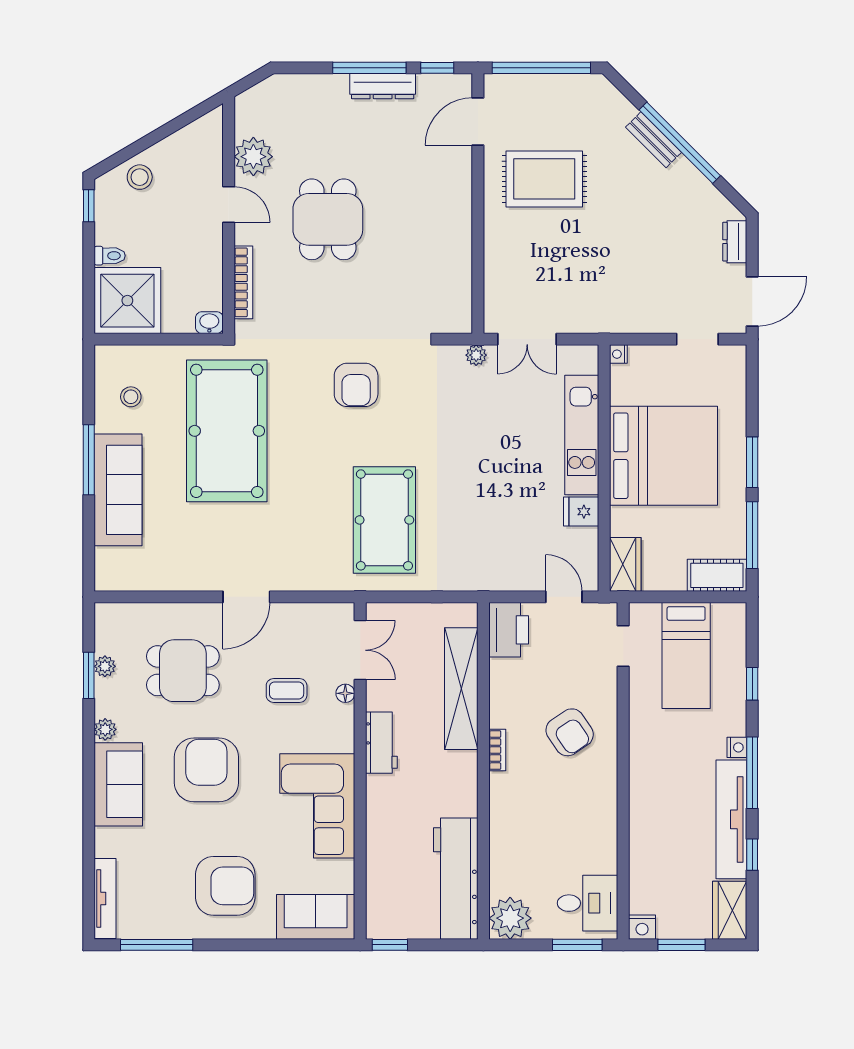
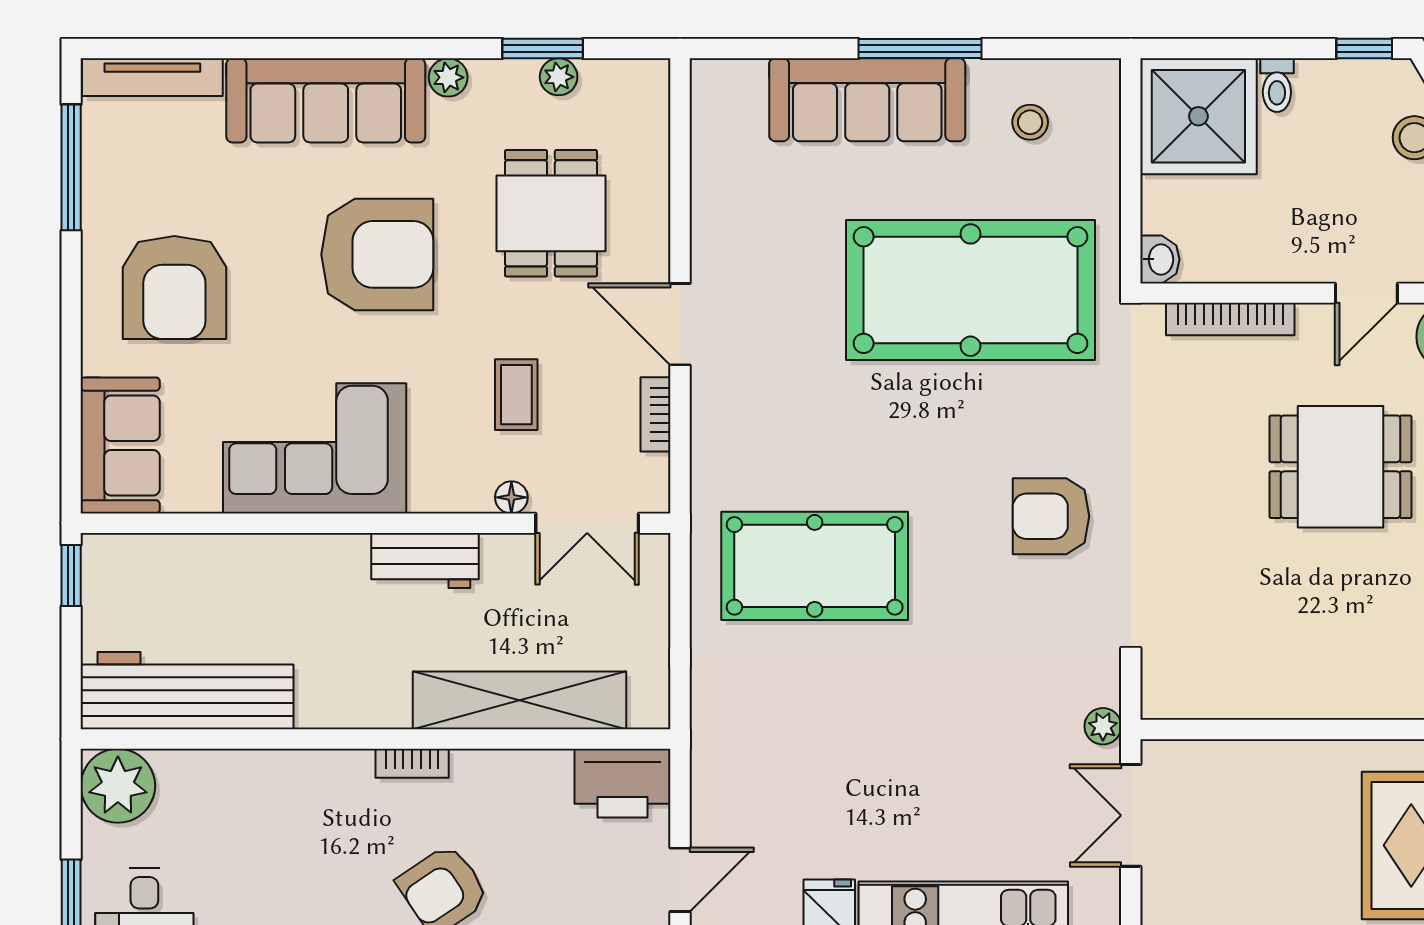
bookcase: (298, 611) -> (656, 414), added
sofa: (118, 784) -> (326, 100), width x1.36

